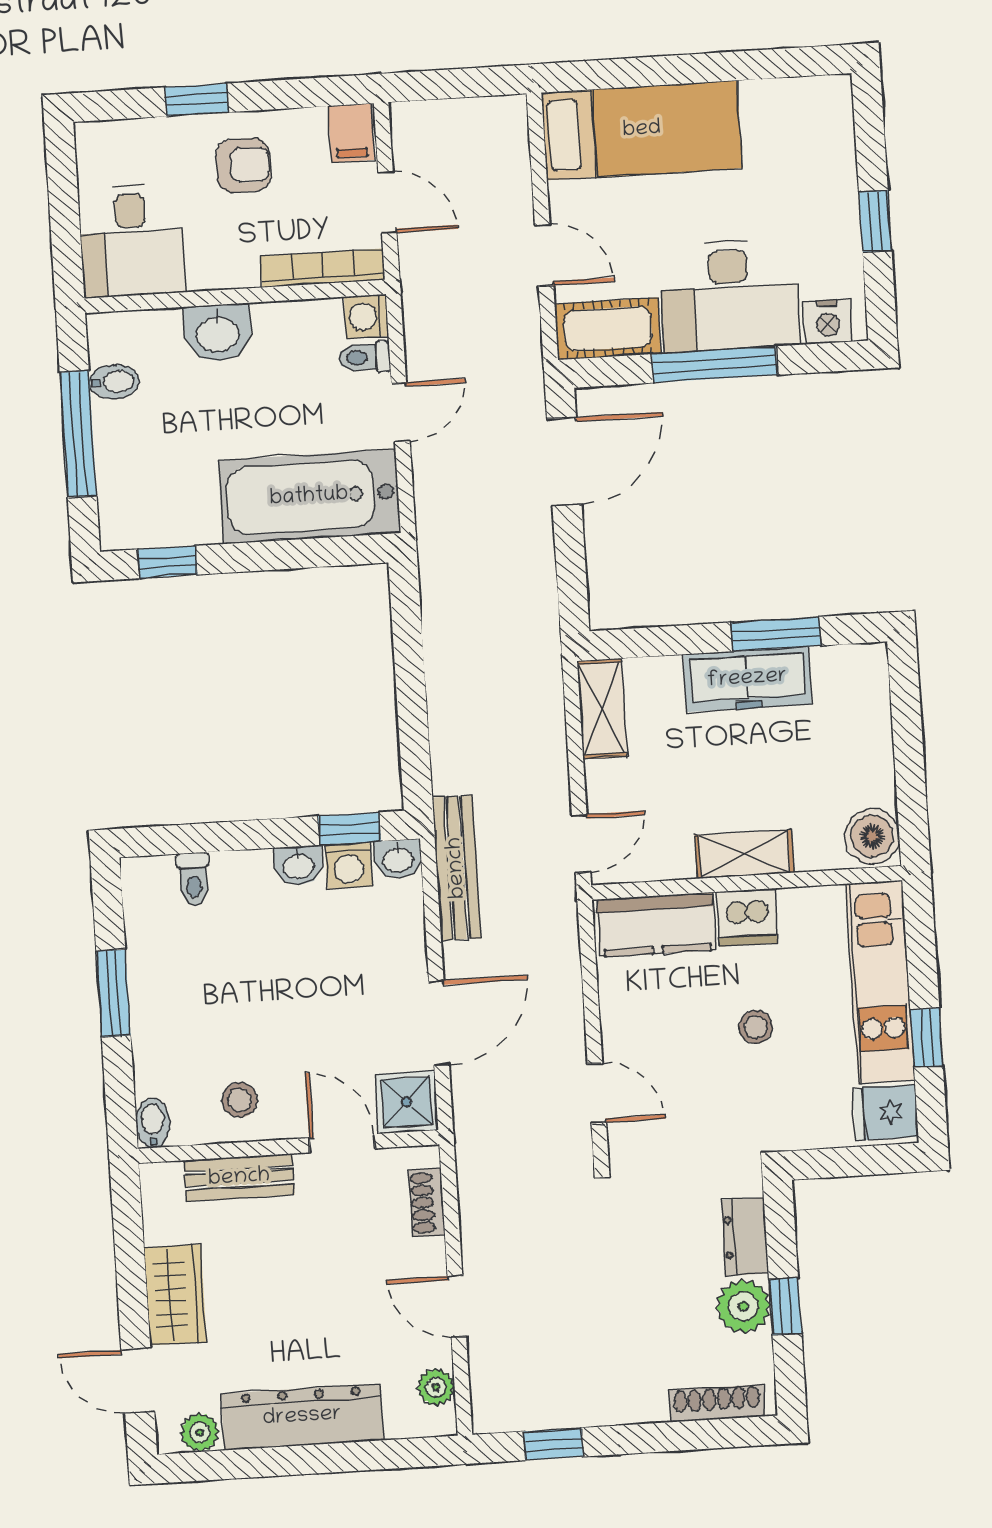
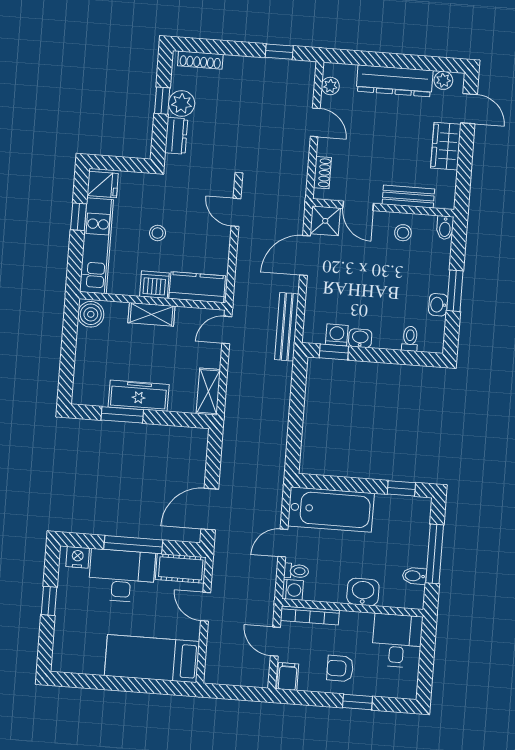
washbasin: (398, 859) -> (438, 305), moved, turned -90

